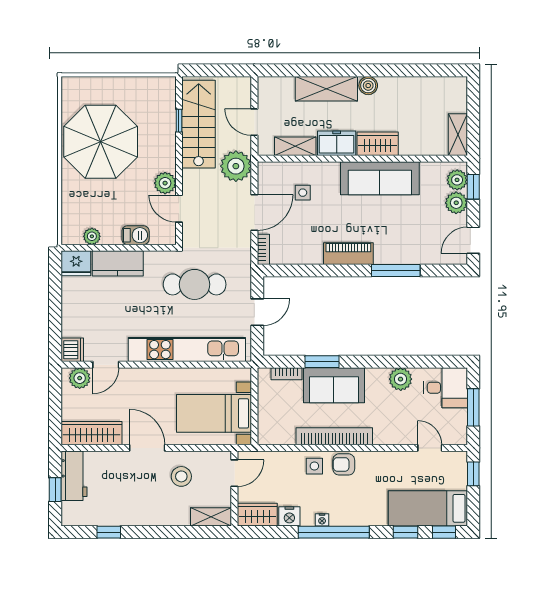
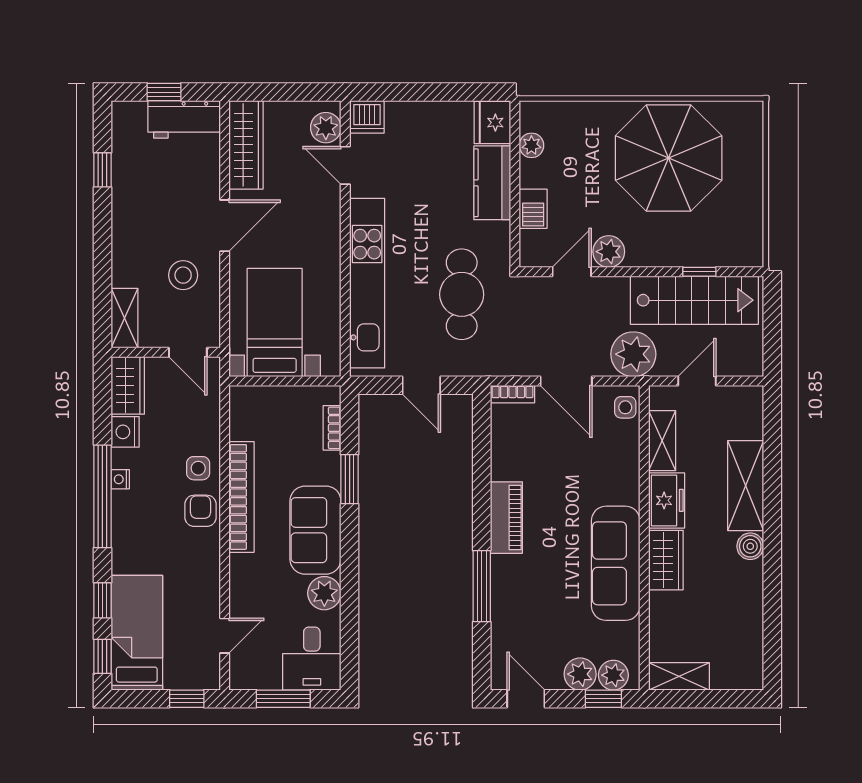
side table: (303, 193) -> (625, 407), moved
sofa: (334, 385) -> (315, 530), moved

